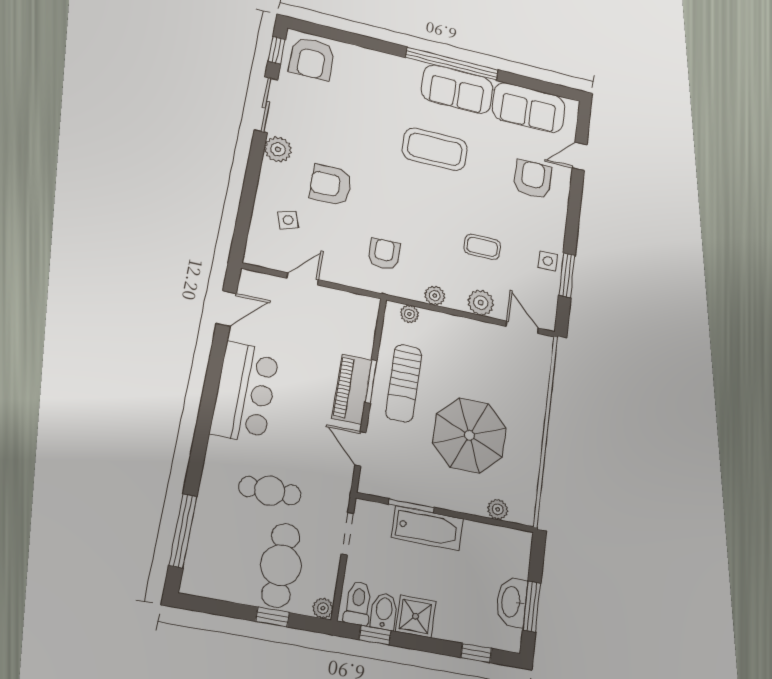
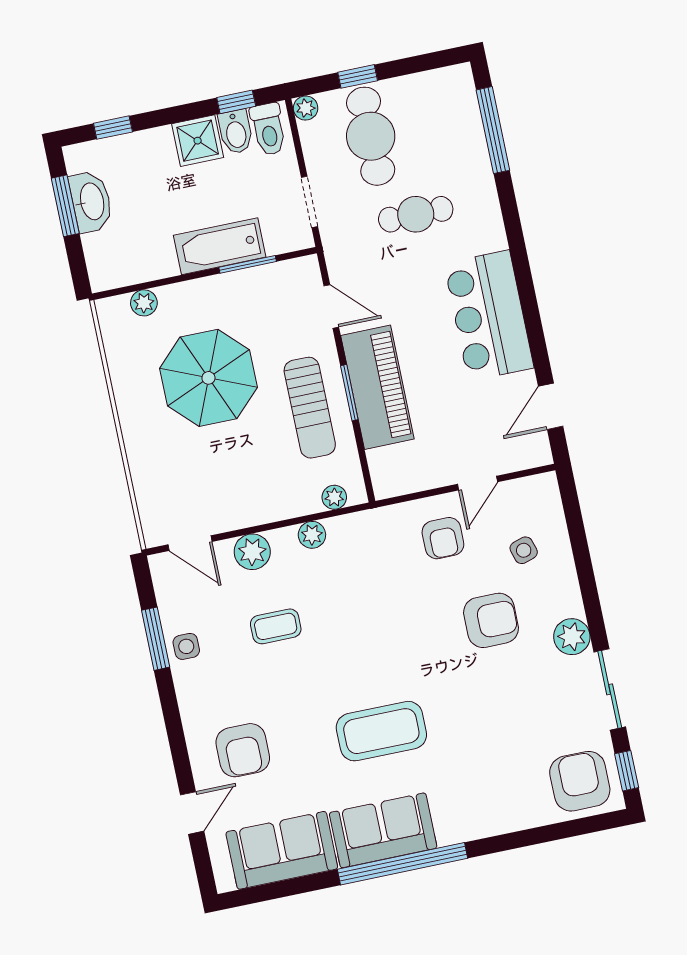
armchair: (384, 254) -> (443, 538), moved
sun lounger: (404, 383) -> (310, 408), turned 180
piano: (352, 389) -> (377, 387), width x1.37, depth x1.33

